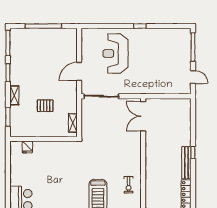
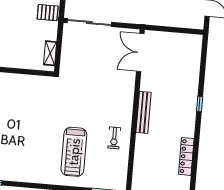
pallet: (45, 106) -> (48, 13), moved
bench: (186, 163) -> (144, 112), moved

